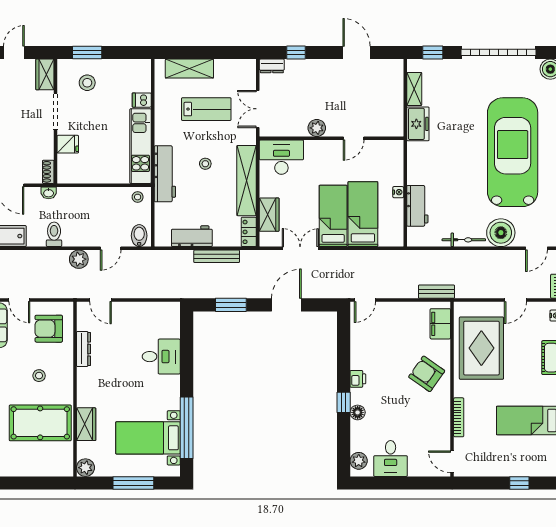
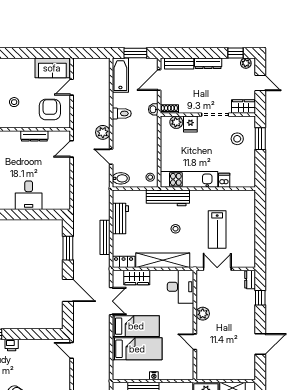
shelving: (189, 69) -> (248, 217), removed
plant: (65, 163) -> (176, 122), added

